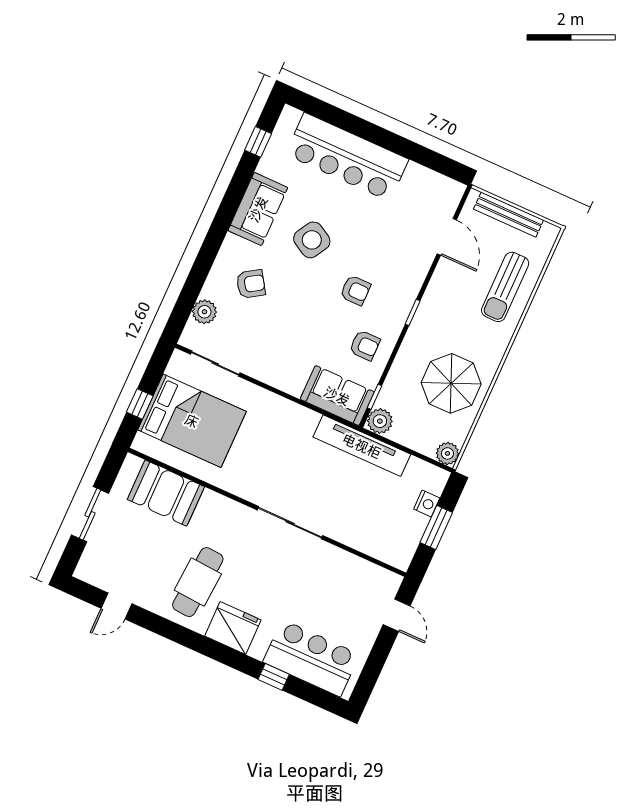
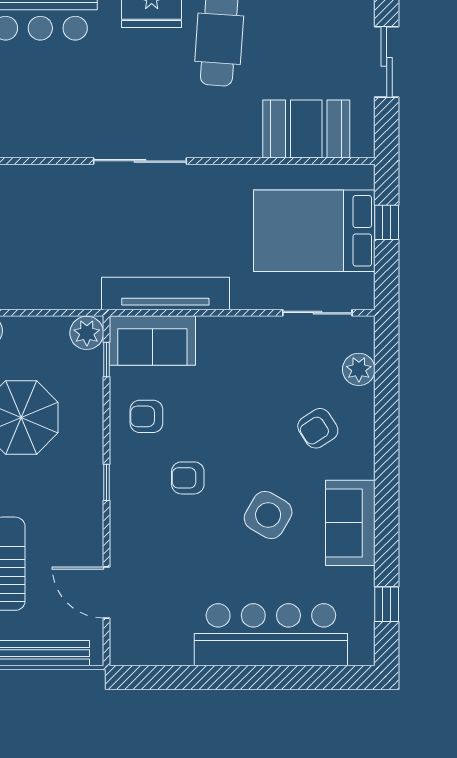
tv unit: (362, 446) -> (165, 293), moved

